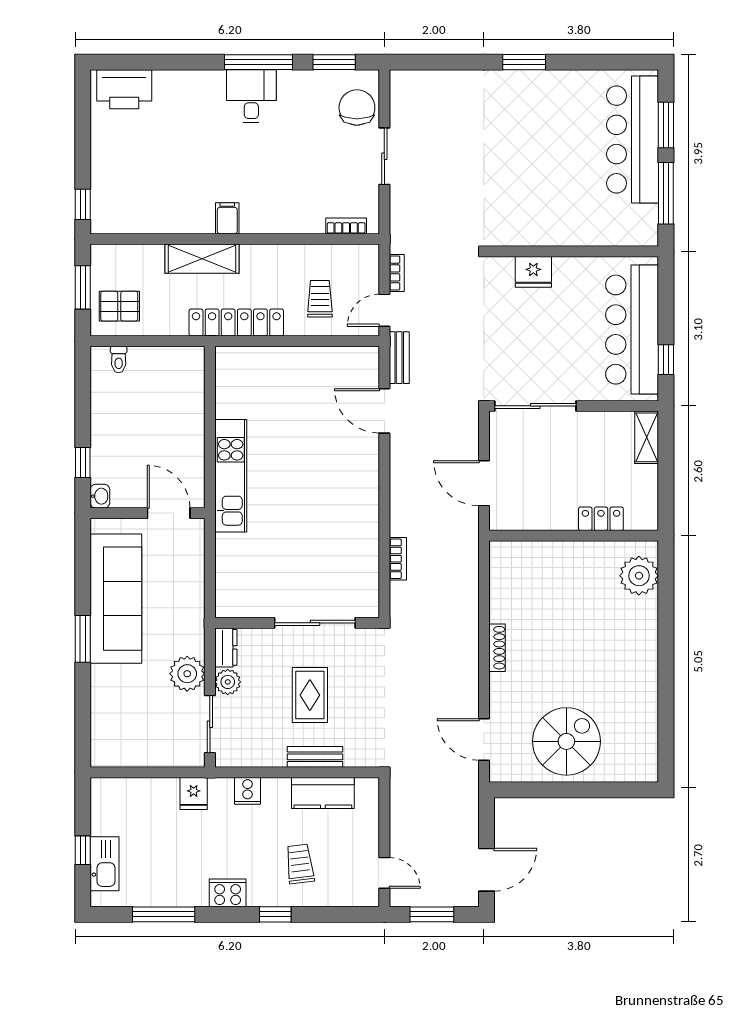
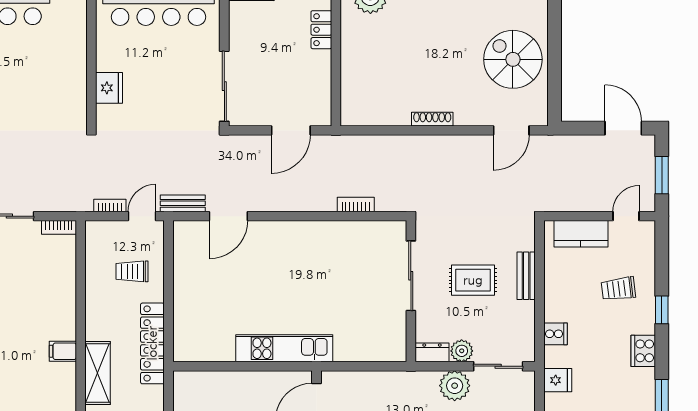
bookcase: (346, 226) -> (59, 227), moved, turned -90
door: (384, 310) -> (142, 216), swing flipped
kitchen counter: (323, 793) -> (581, 234), moved, turned 90

